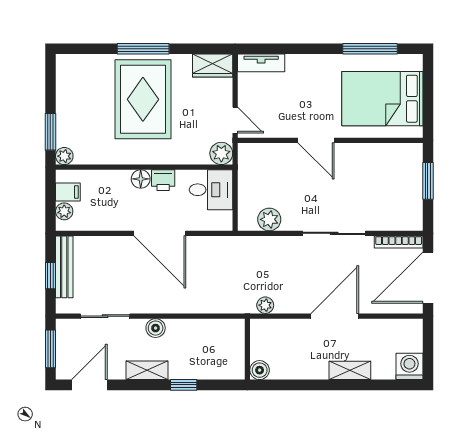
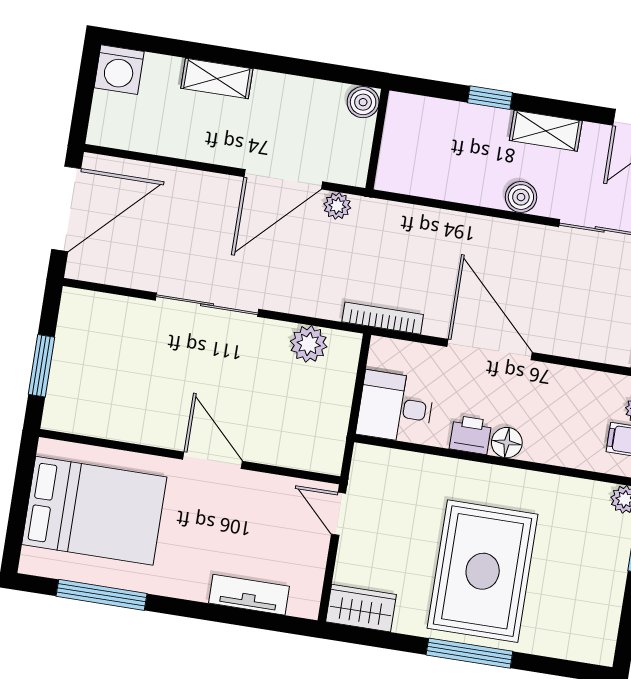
tv unit: (261, 63) -> (249, 595), moved
plant: (221, 153) -> (370, 463), removed
bookcase: (399, 242) -> (383, 318), moved
door: (335, 316) -> (283, 179), moved

